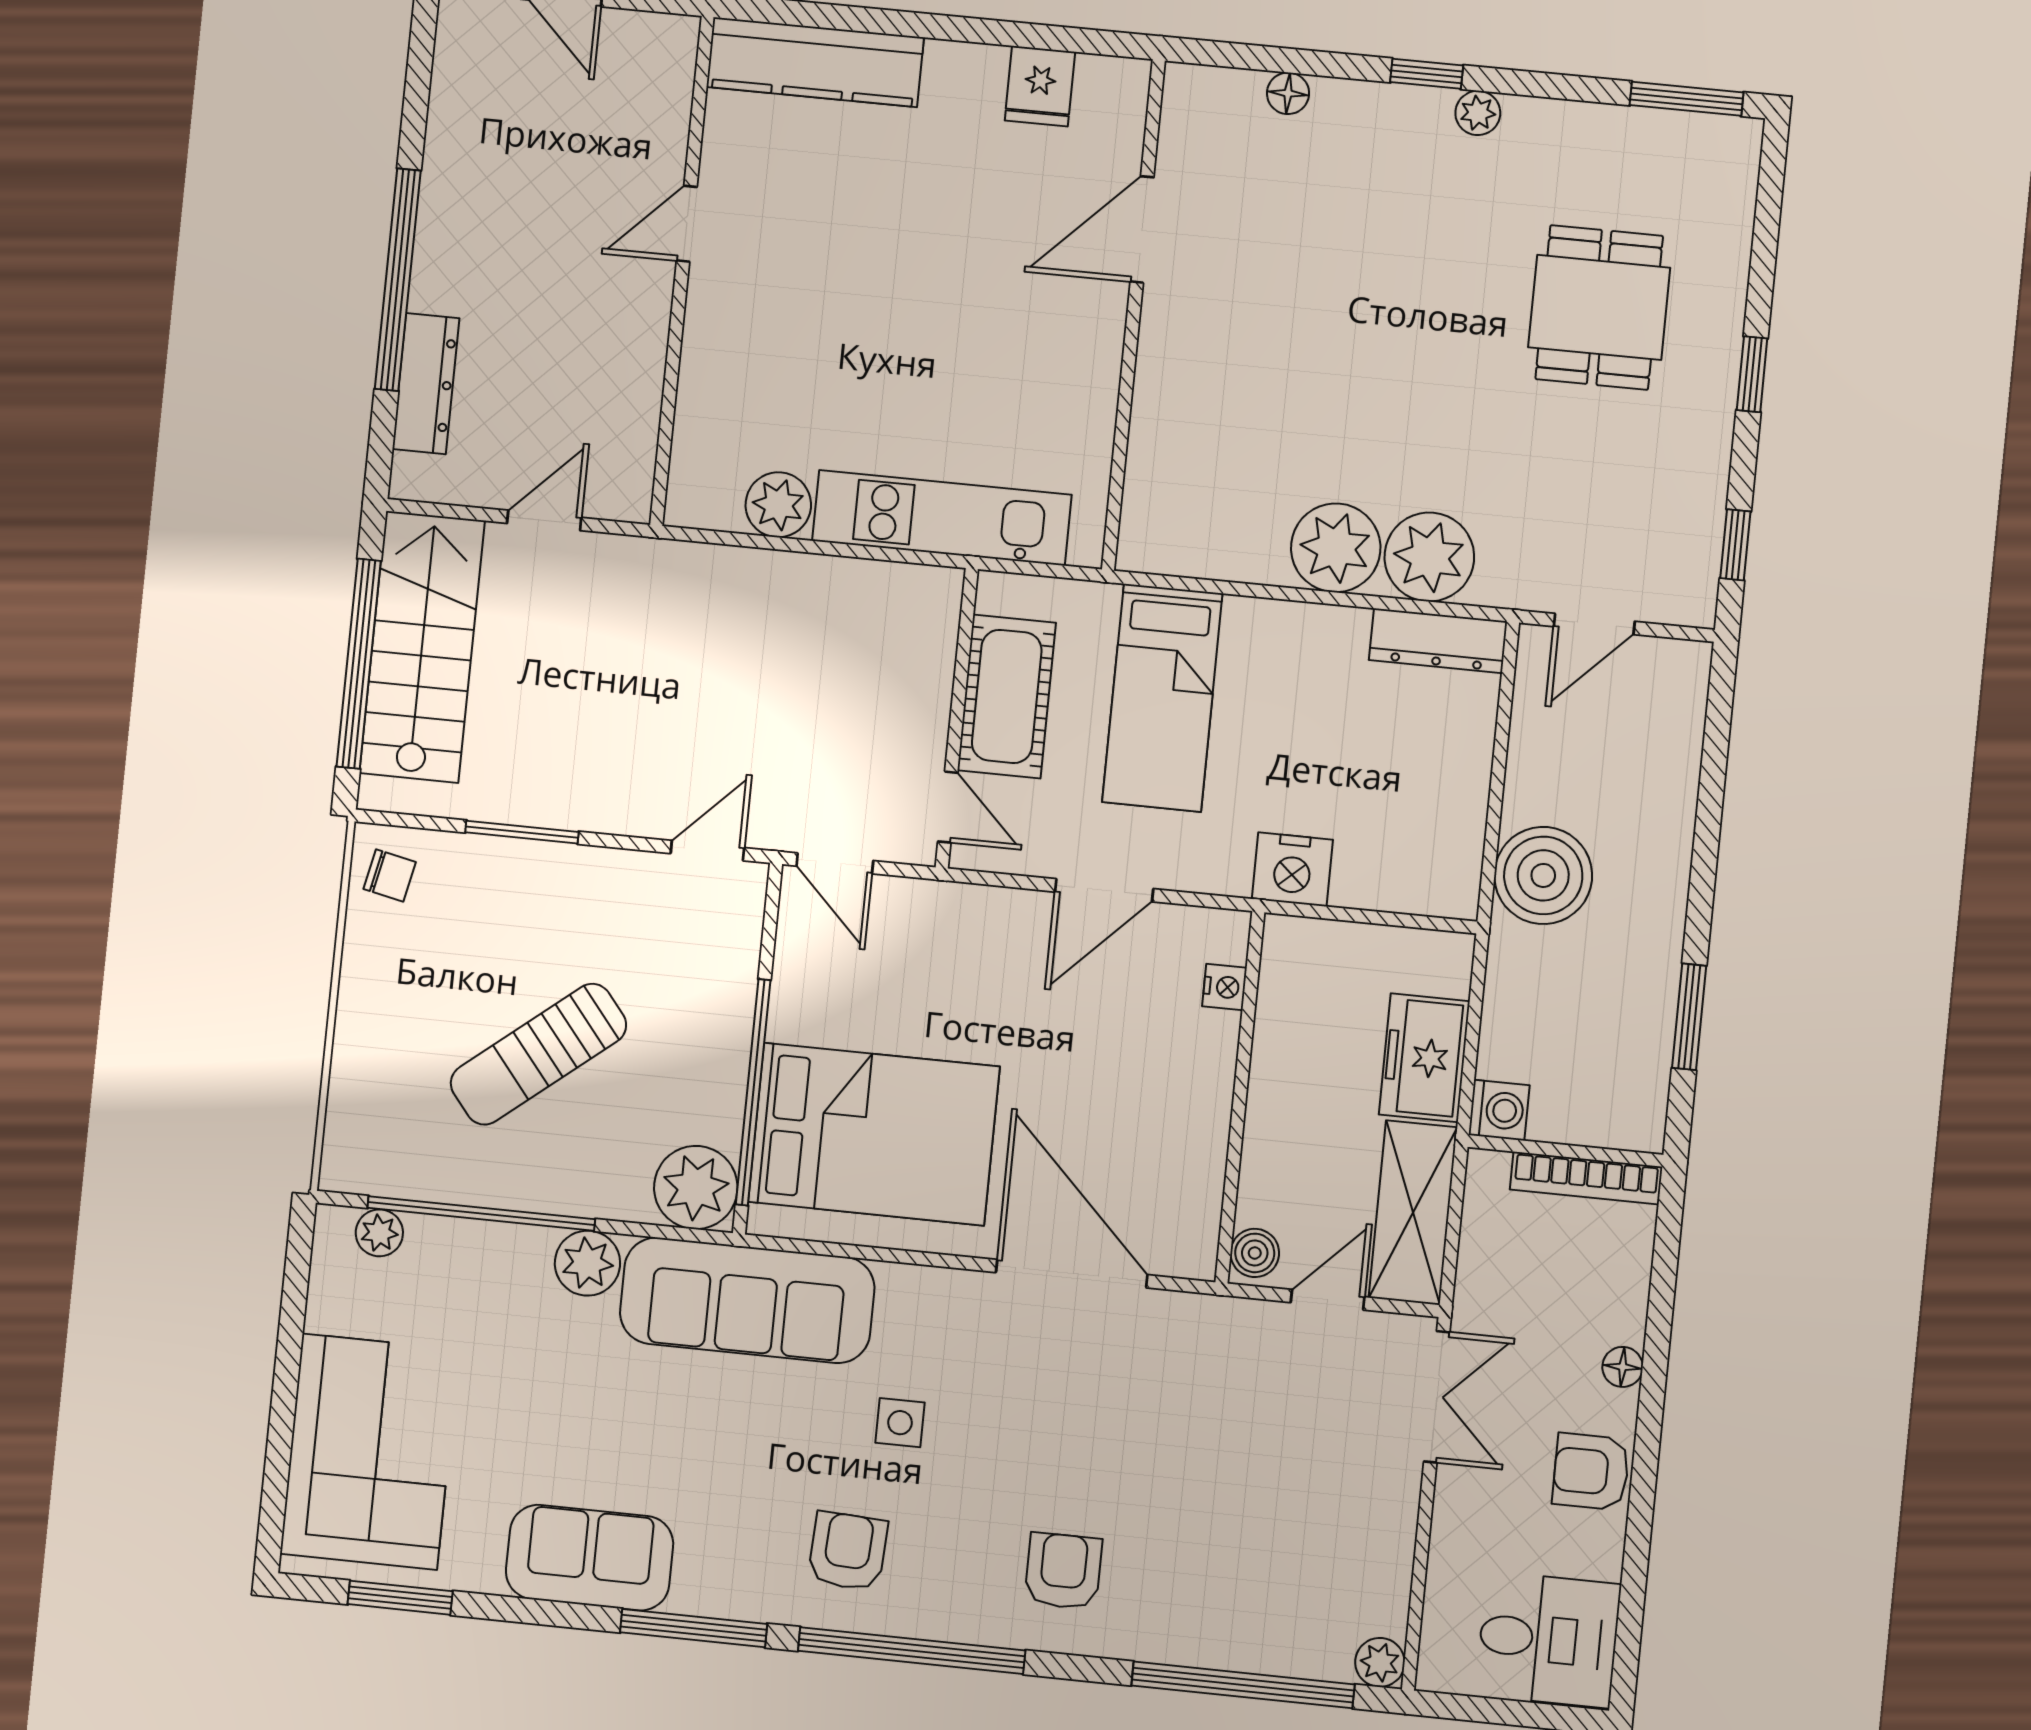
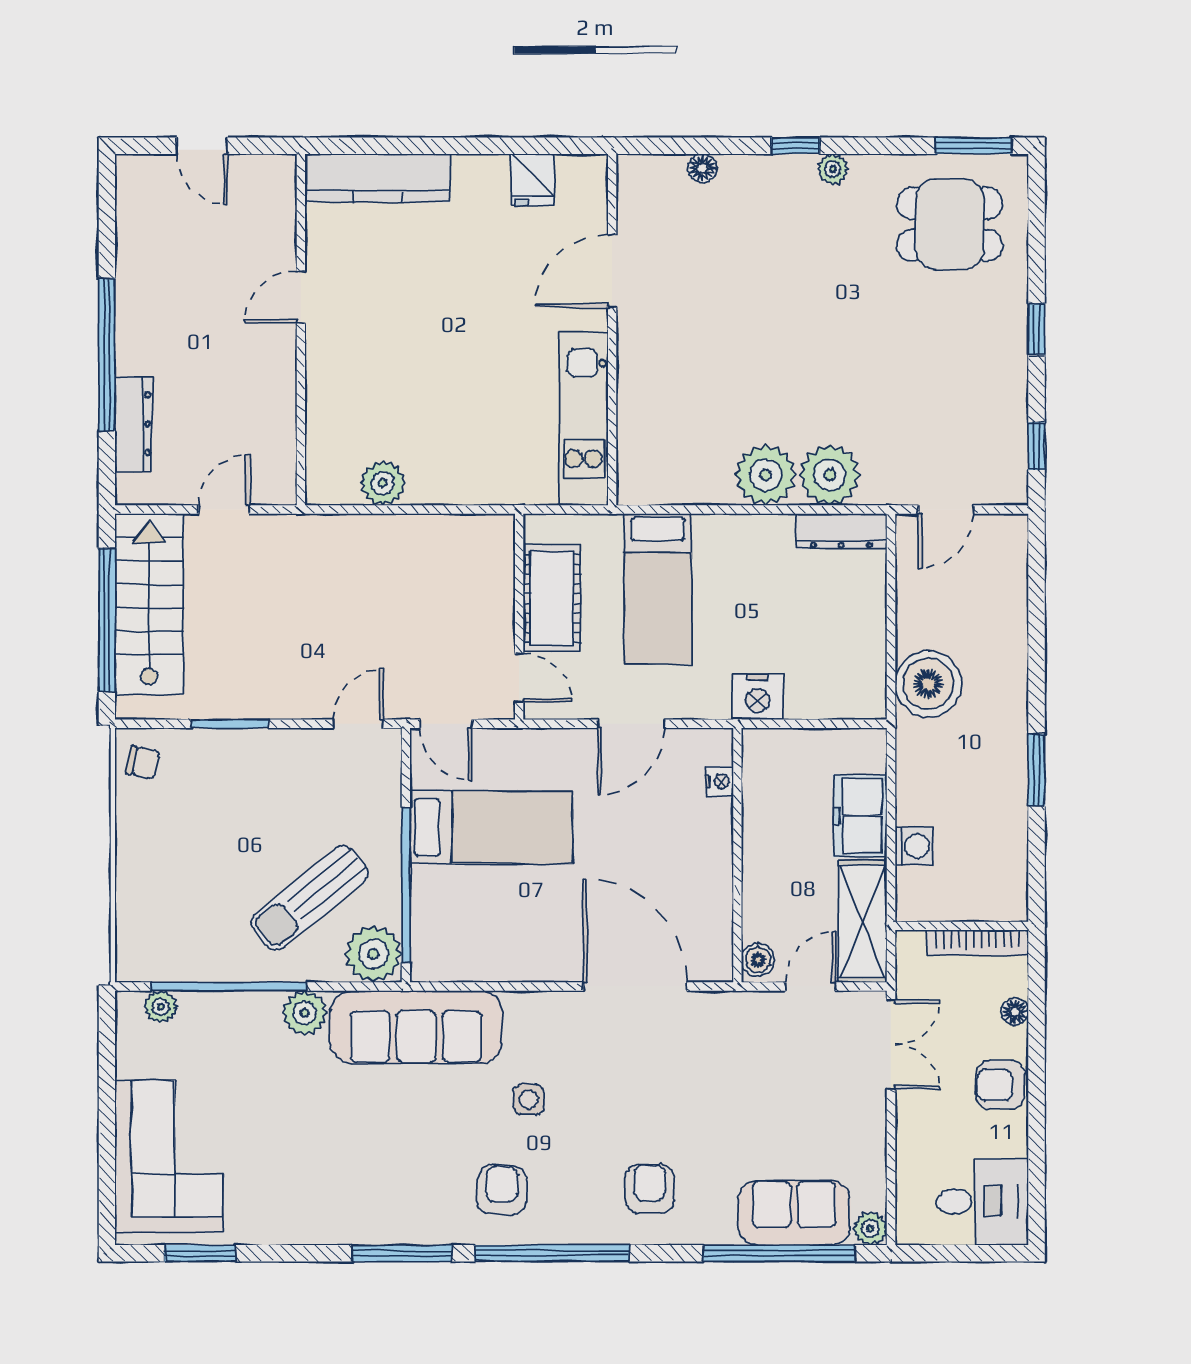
dining table: (1599, 307) -> (950, 224), moved, turned 90
kitchen unit: (942, 518) -> (584, 419), moved, turned -90
sun lounger: (538, 1054) -> (310, 898), moved
bed: (874, 1134) -> (491, 827), moved, width x0.67
wall: (1565, 1151) -> (962, 926), moved
bookcase: (1586, 1178) -> (978, 943), moved
sofa: (590, 1558) -> (794, 1213), moved

